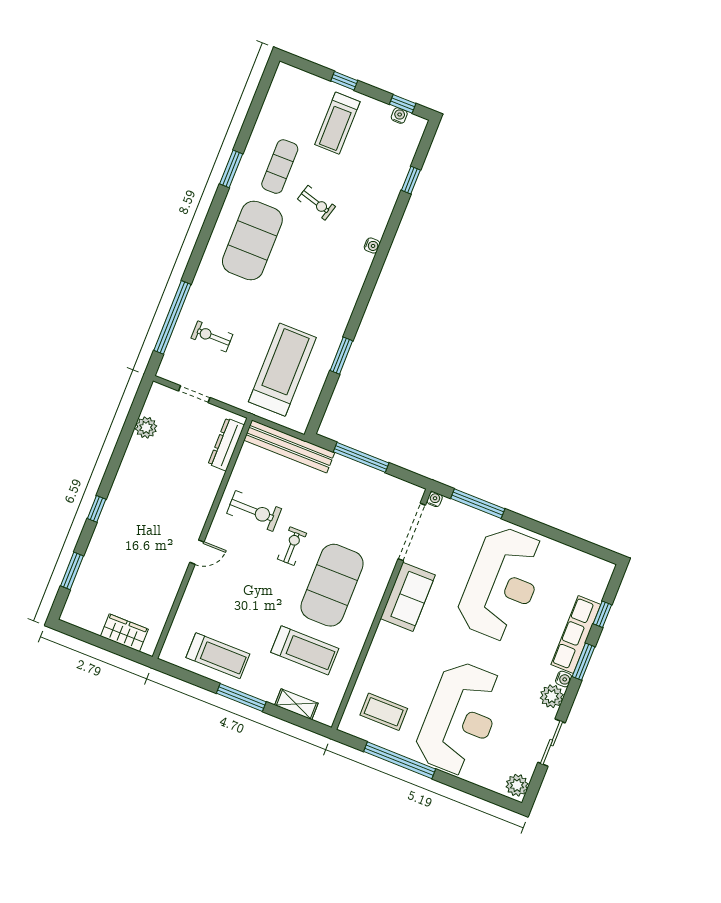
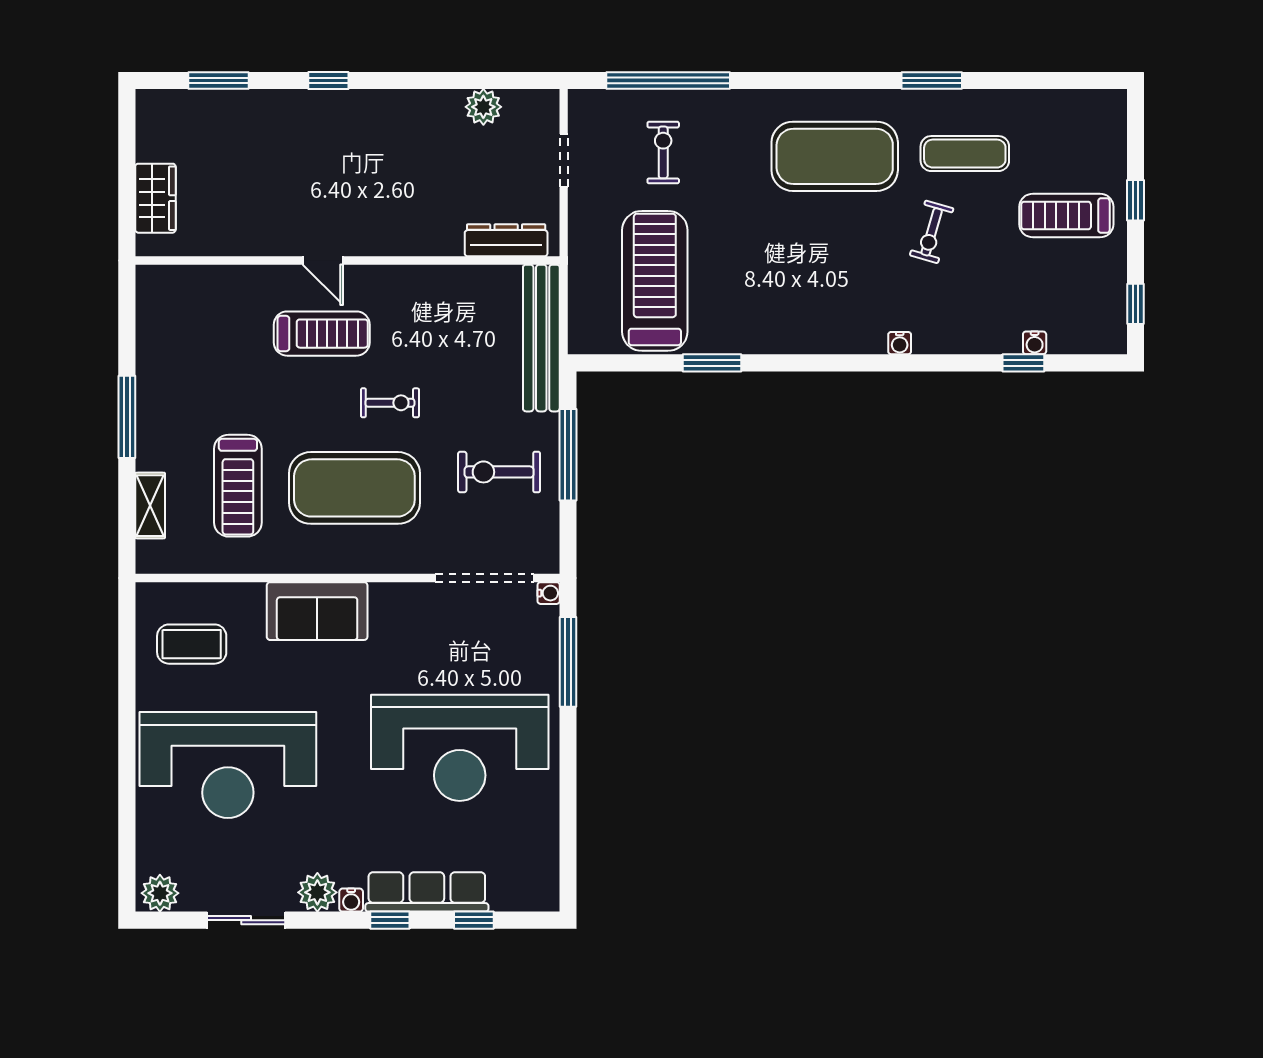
water cooler: (399, 116) -> (1035, 343), moved, turned 90
treadmill: (282, 370) -> (655, 281), turned -90
exercise bike: (254, 511) -> (499, 472), moved, turned 90
sofa: (408, 597) -> (317, 611), moved
treadmill: (218, 656) -> (322, 334), moved, turned -90
window: (584, 662) -> (390, 920), width x0.67
coffee table: (384, 712) -> (192, 644), turned 90
window: (400, 760) -> (127, 698), removed

